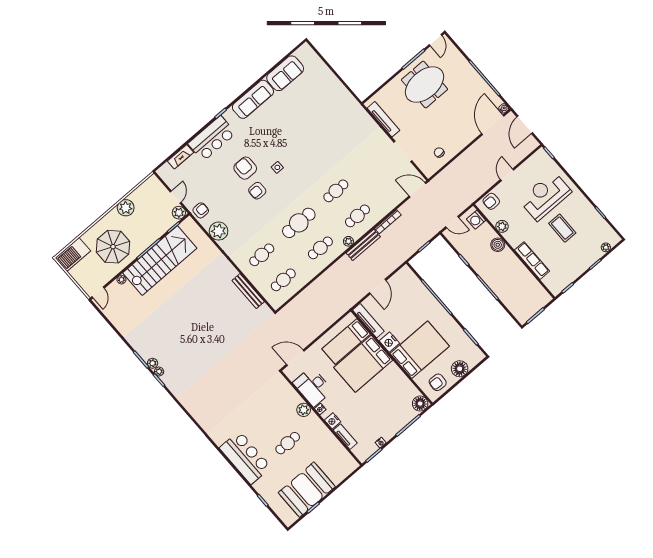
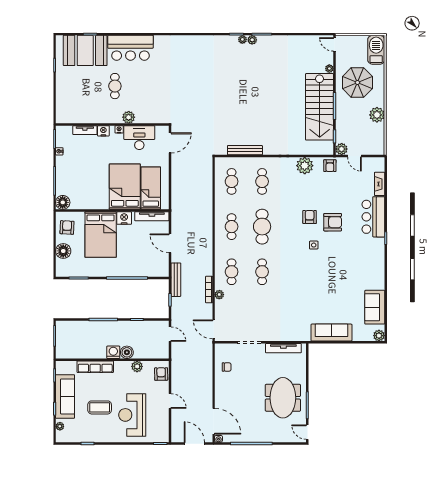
plant: (305, 50) -> (379, 336), added
sofa: (253, 99) -> (331, 333), moved, turned 90
door: (417, 190) -> (214, 329), swing flipped
reception desk: (545, 196) -> (132, 415), turned 180
washing machine: (476, 220) -> (113, 352), moved
door: (452, 222) -> (170, 334), swing flipped
plant: (348, 241) -> (219, 295), moved
bench: (363, 245) -> (176, 280), moved
sofa: (578, 264) -> (65, 396), added
booth: (307, 490) -> (85, 50), moved, turned 90

